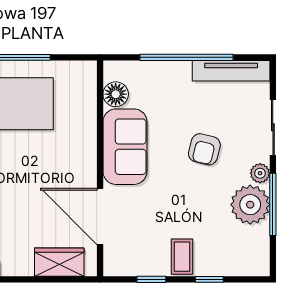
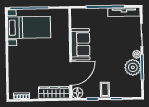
floor lamp: (116, 94) -> (77, 93), moved
armchair: (204, 149) -> (113, 45), removed
door: (100, 216) -> (71, 73), swing flipped
wardrobe: (59, 262) -> (54, 93), width x1.50

